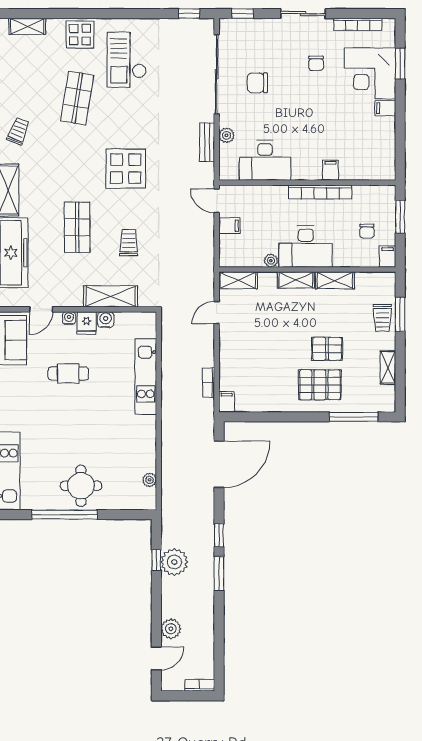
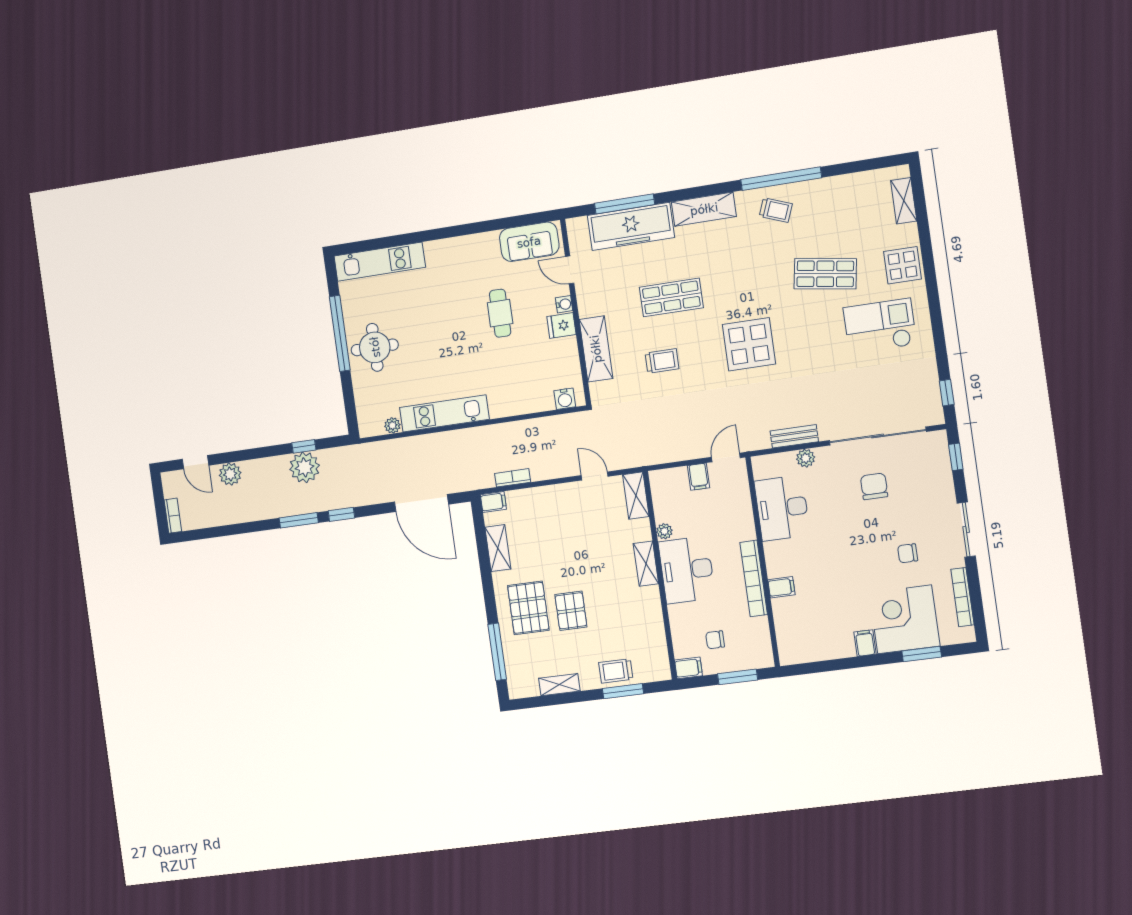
shelving: (335, 280) -> (498, 548), moved
water cooler: (106, 320) -> (565, 399), moved, turned 90
kitchen unit: (146, 376) -> (444, 413), moved

